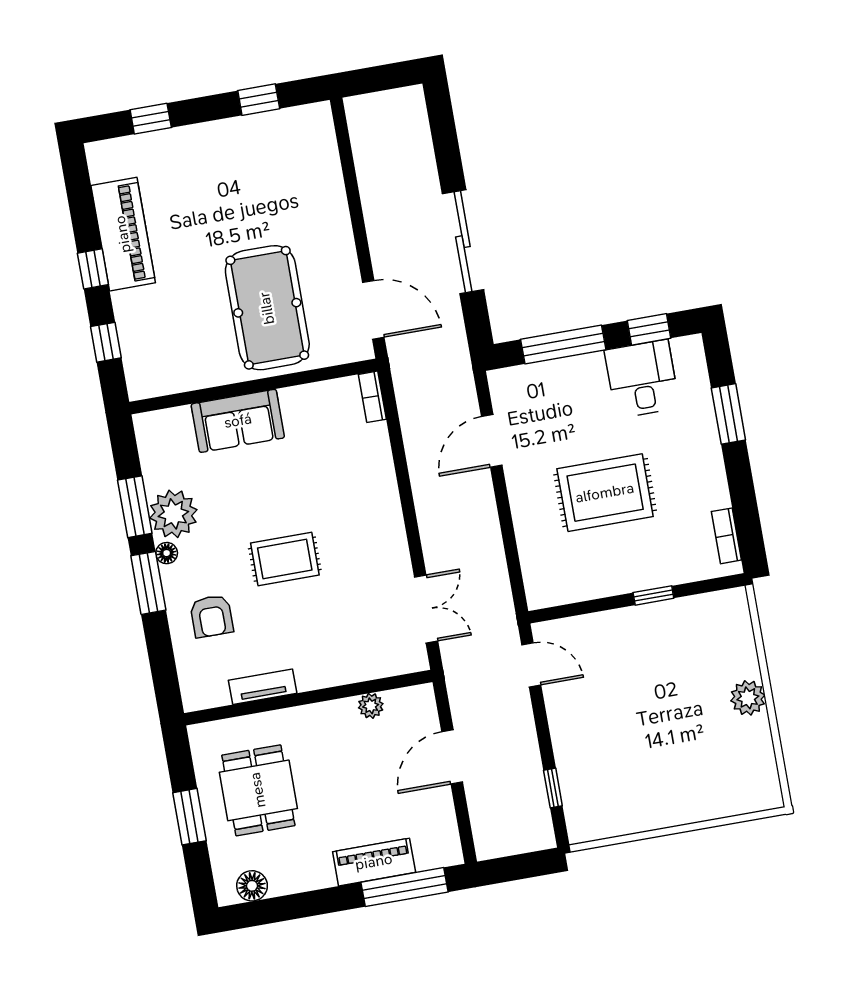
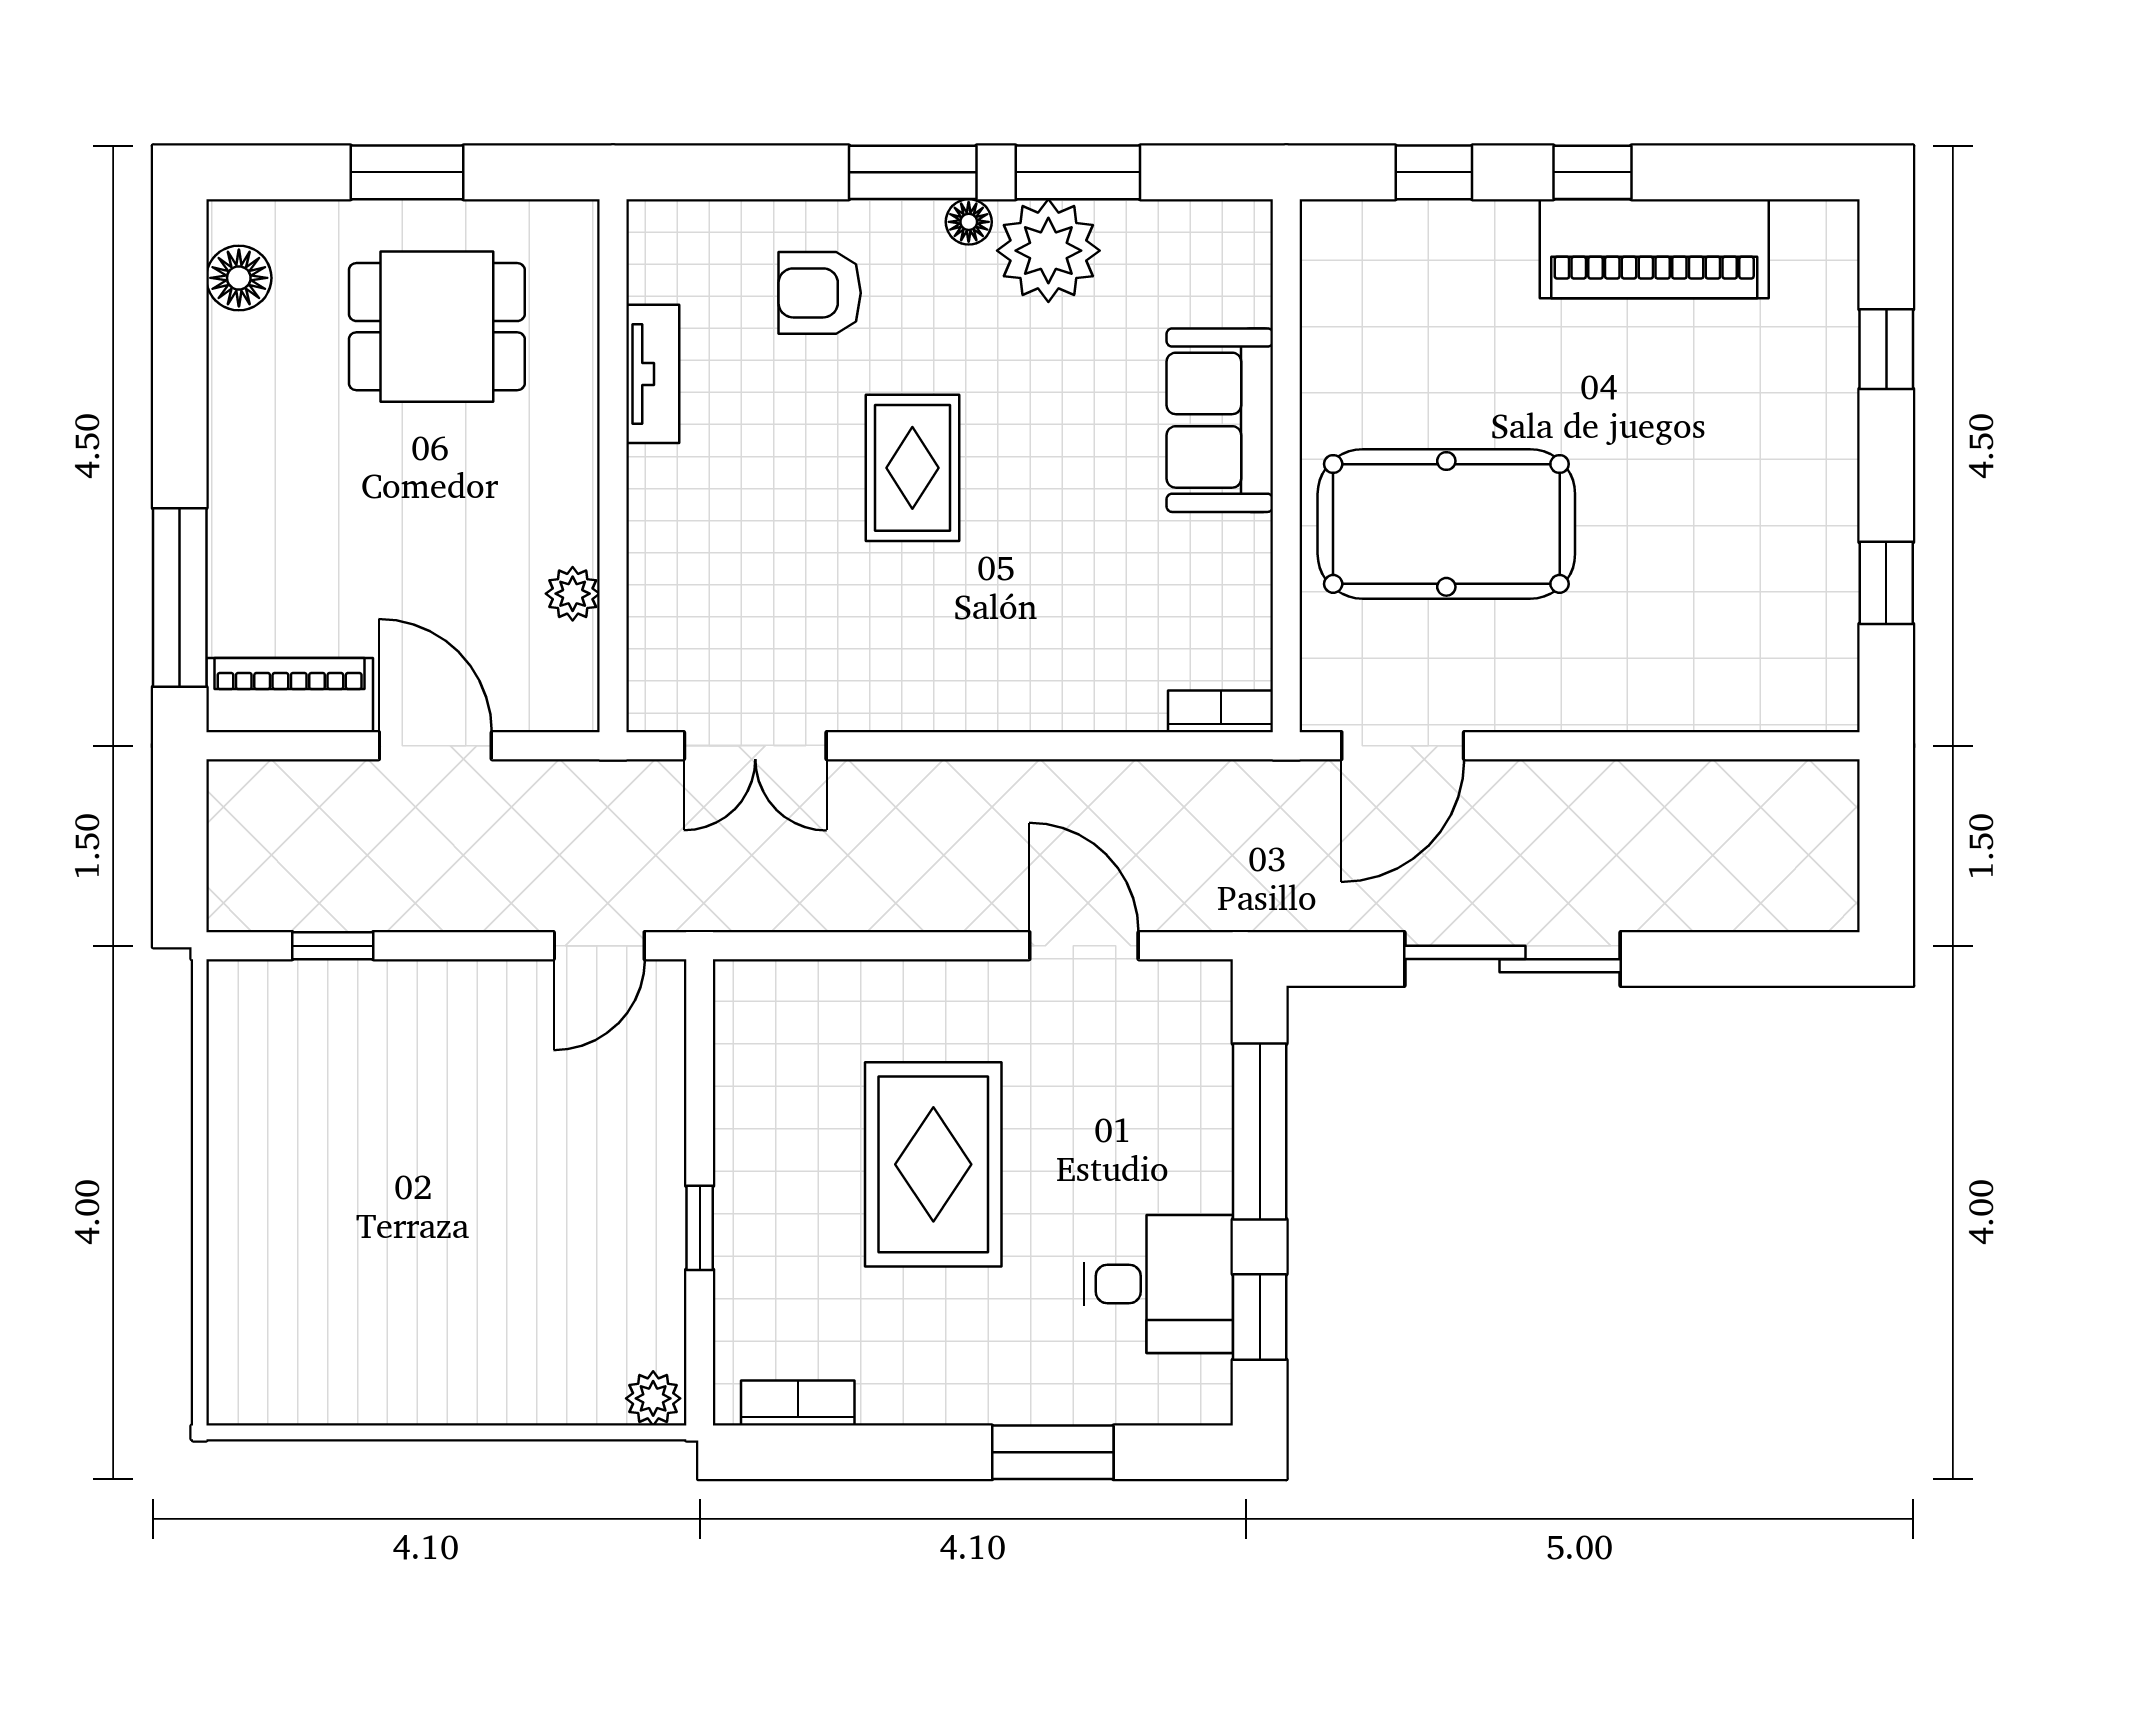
plant: (748, 698) -> (653, 1398), moved, width x0.73, depth x0.73
piano: (374, 862) -> (290, 695), moved, turned -90

